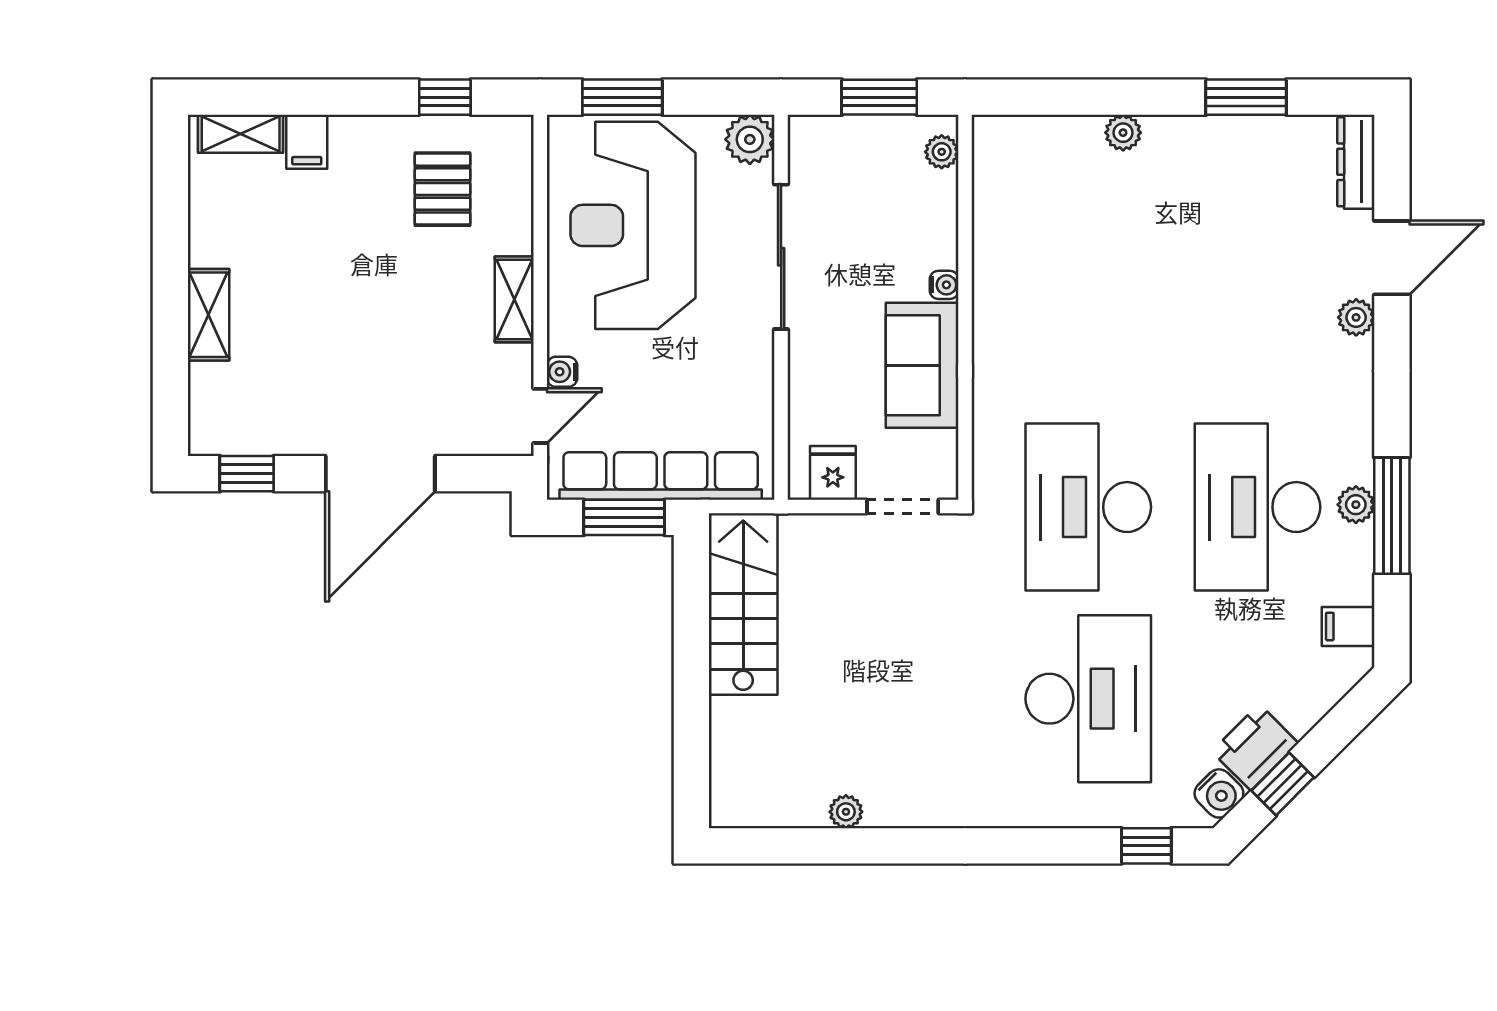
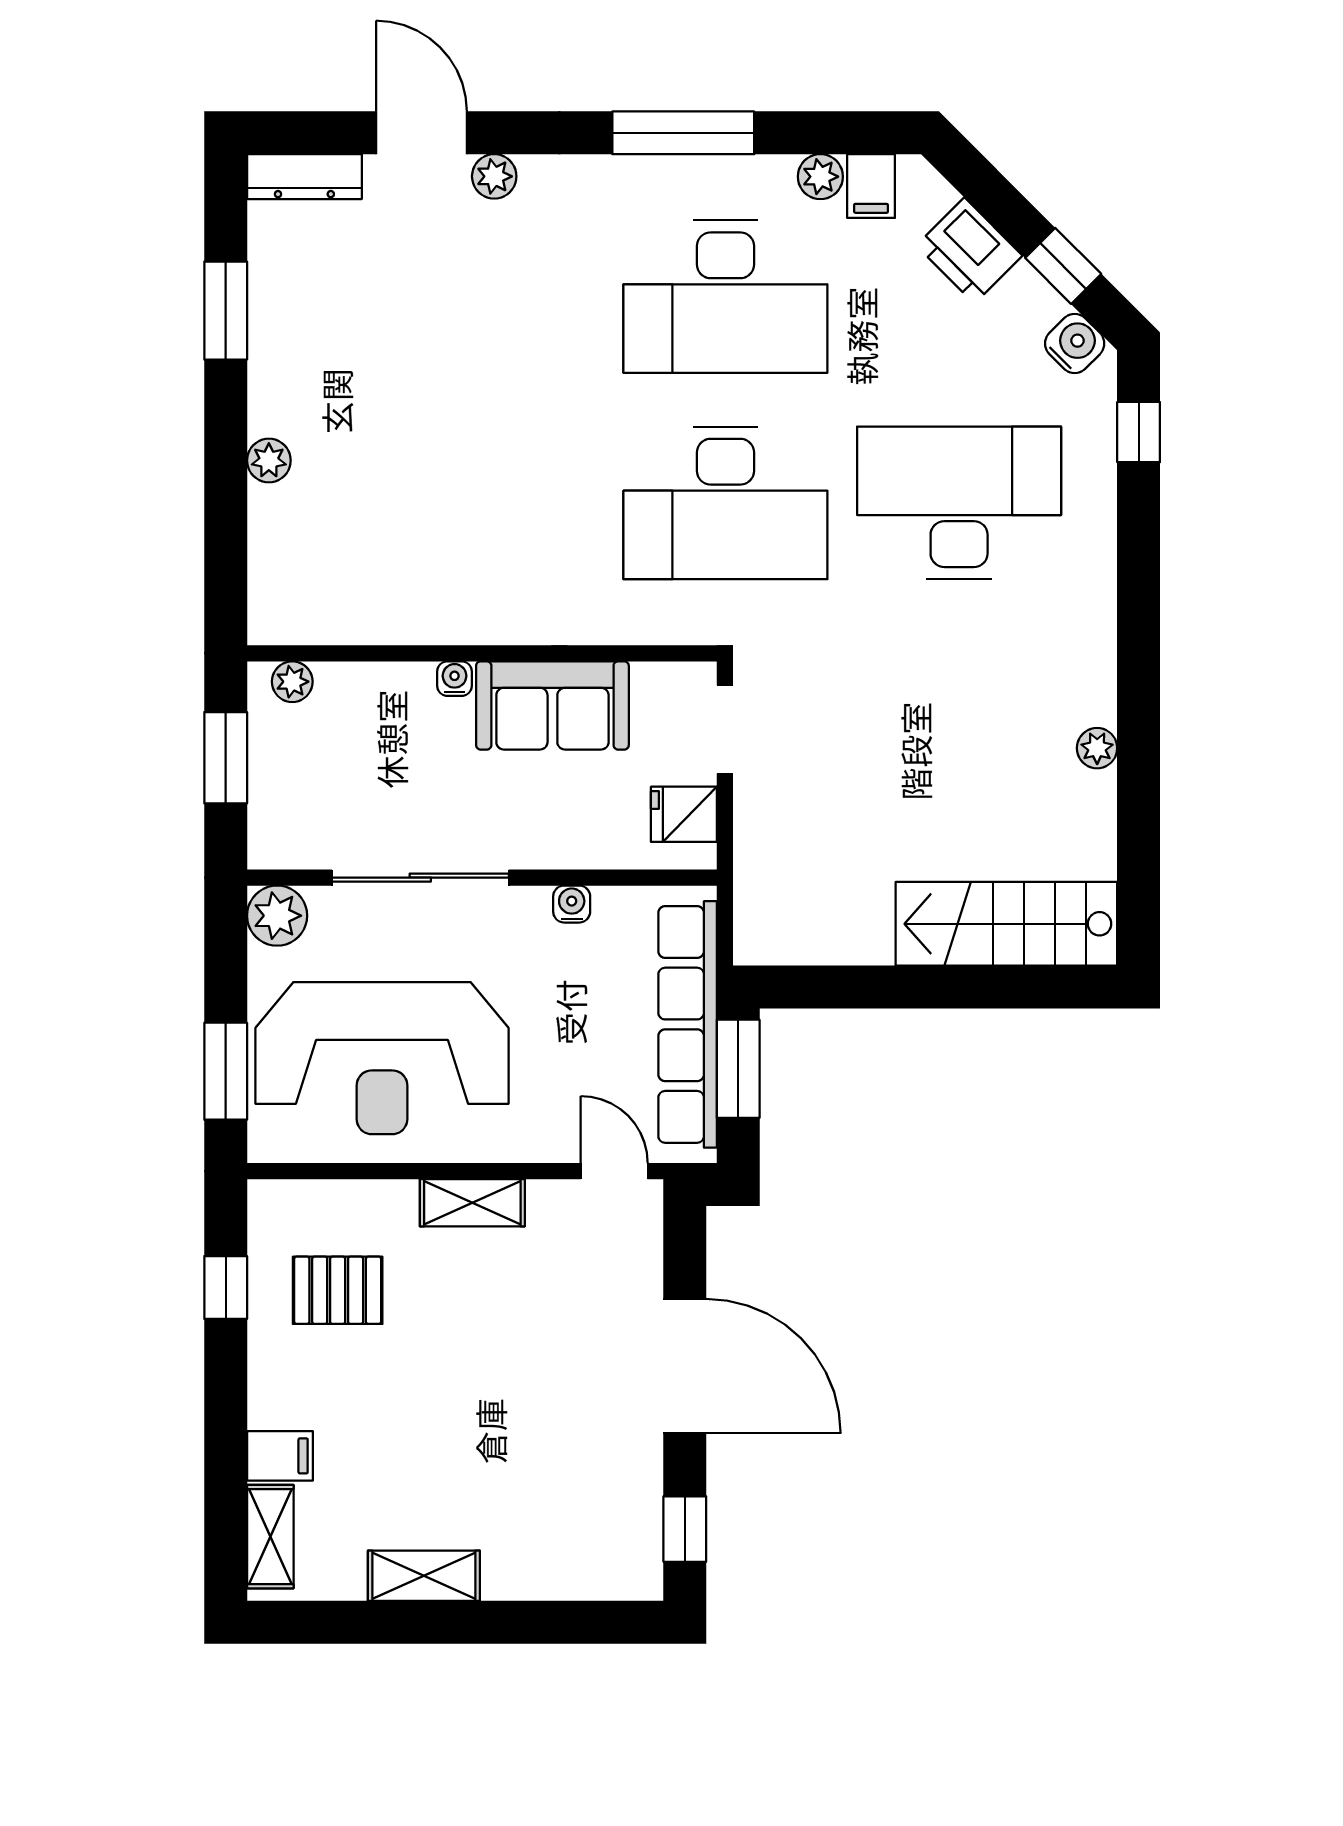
shelving: (208, 315) -> (424, 1576), moved
water cooler: (562, 372) -> (572, 904), moved, turned 180
plant: (1356, 505) -> (820, 177), moved
window: (1392, 516) -> (683, 133), moved
stairs: (743, 604) -> (1006, 924), moved
printer: (1255, 747) -> (969, 251), moved
plant: (846, 812) -> (1097, 748), moved

